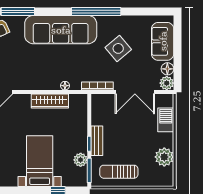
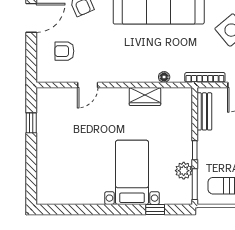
wardrobe: (50, 101) -> (145, 96), width x0.67
bench: (97, 141) -> (204, 111), moved

